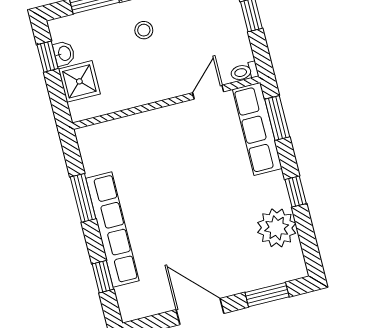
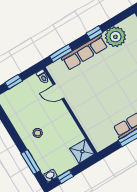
washbasin: (64, 53) -> (50, 176), moved
shower: (79, 81) -> (82, 151), moved
row of seats: (257, 129) -> (85, 52), moved

